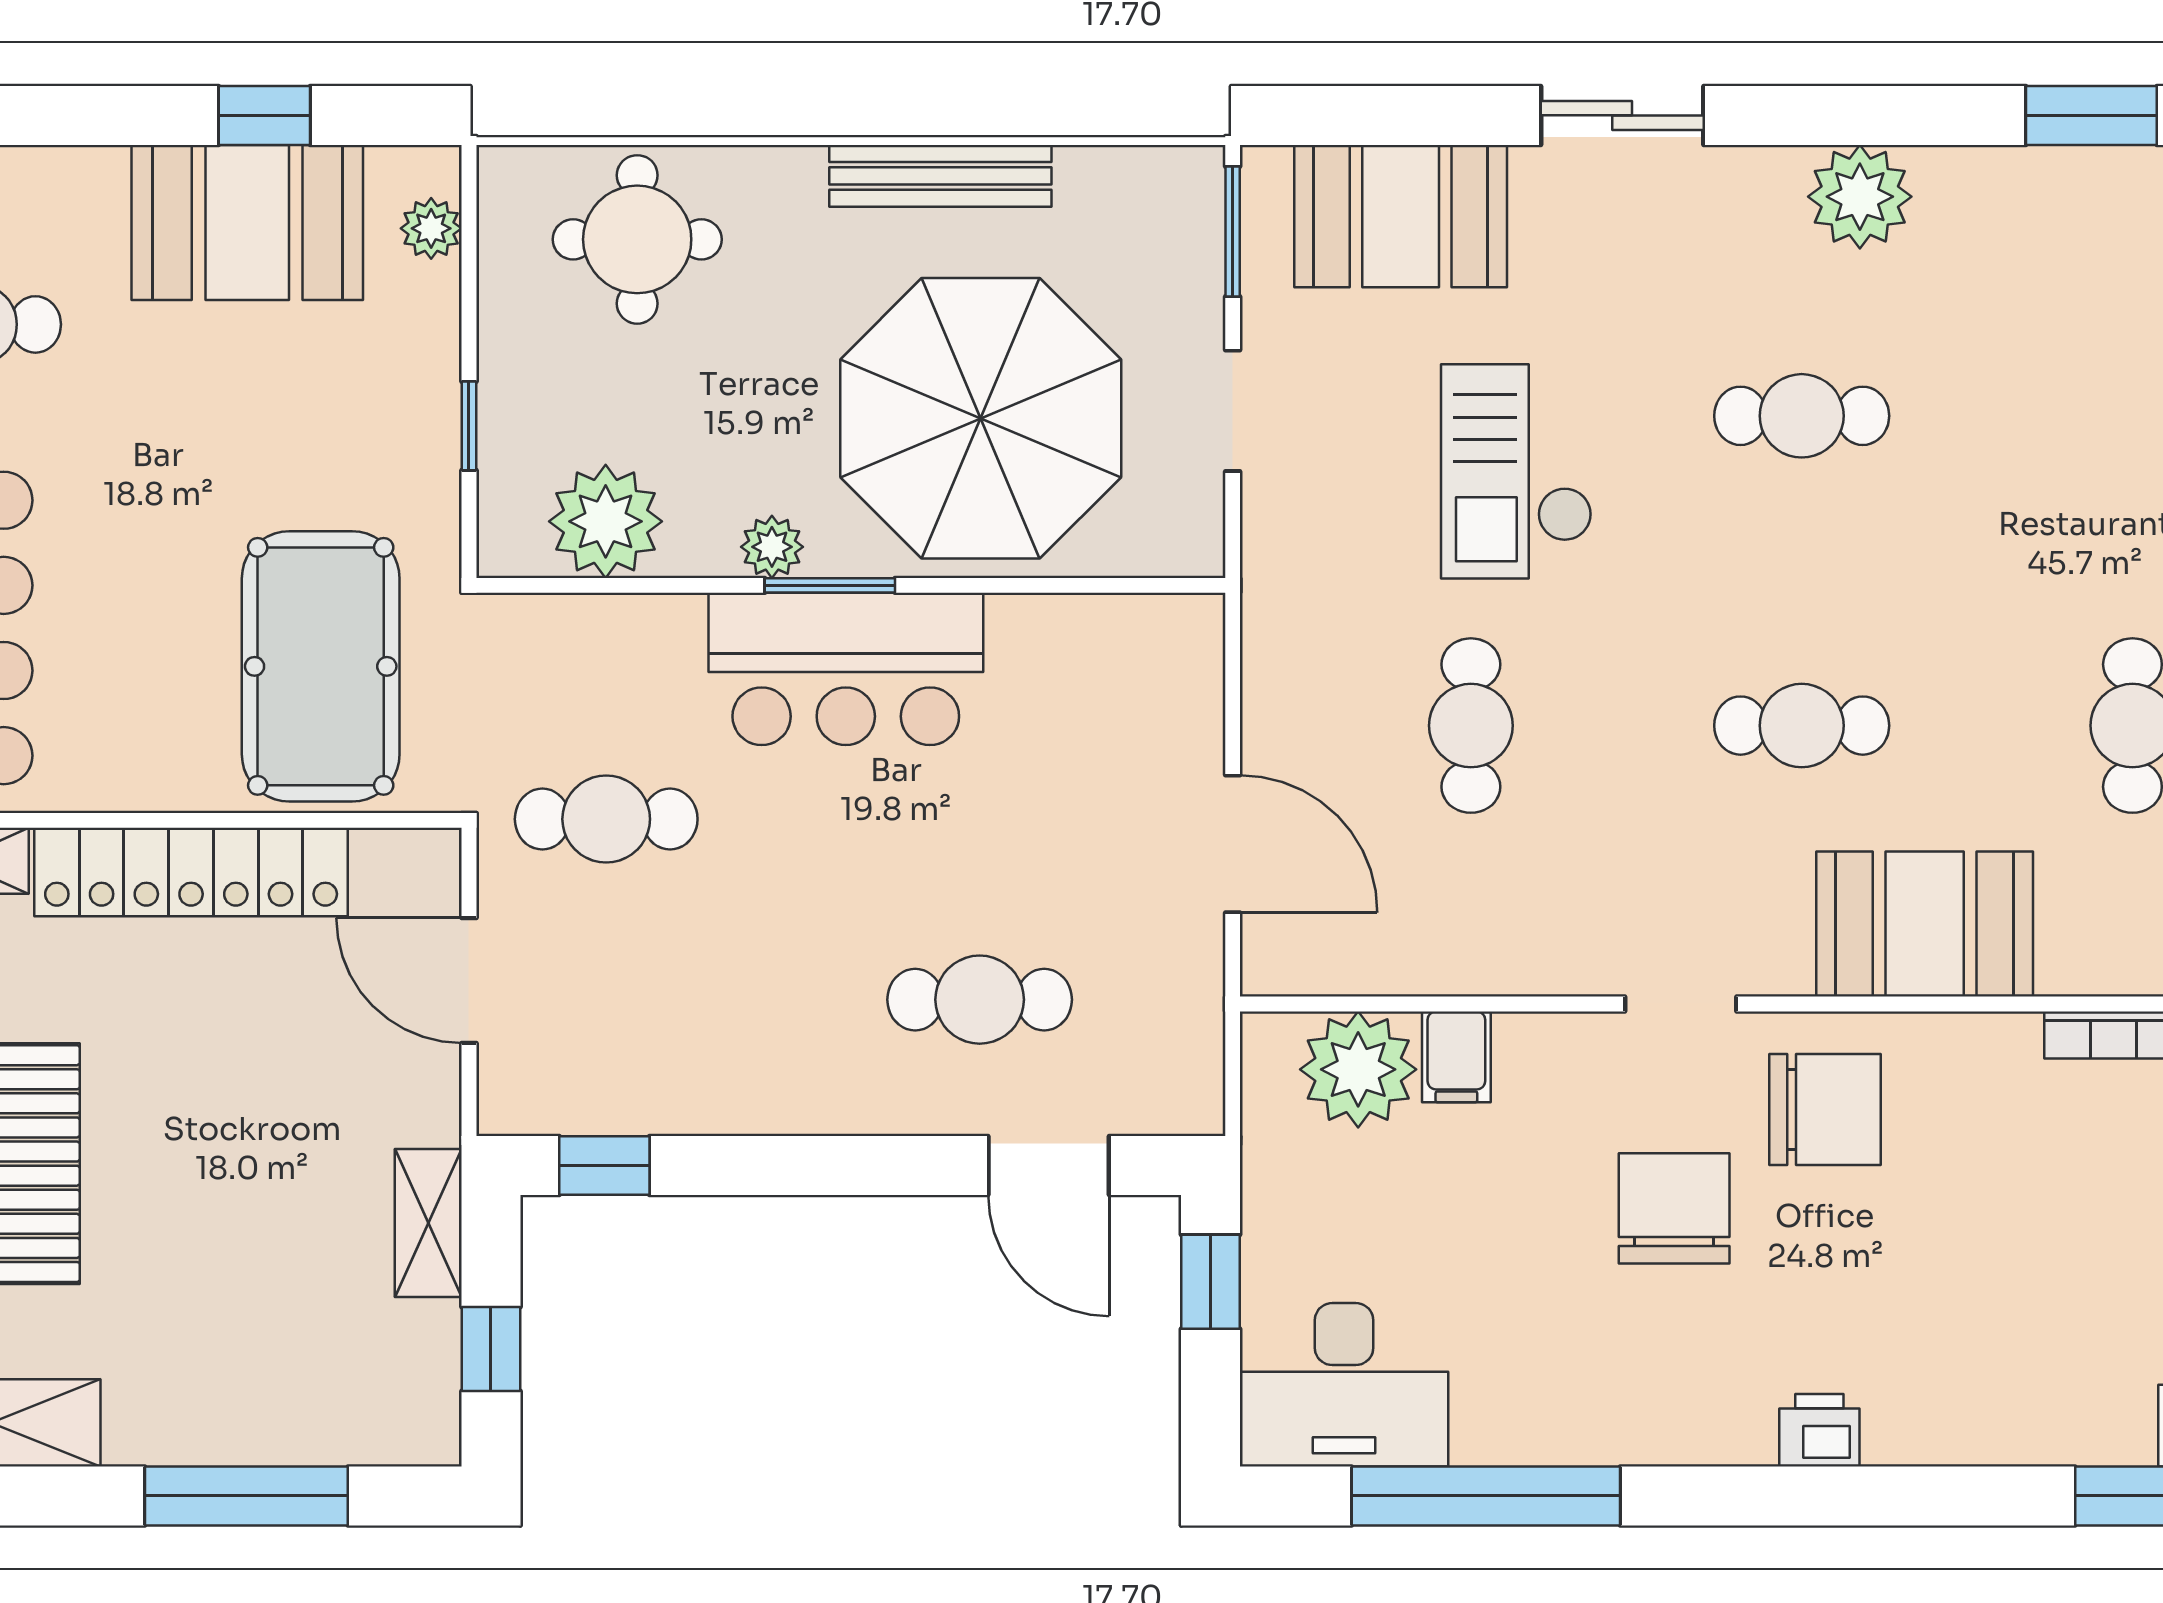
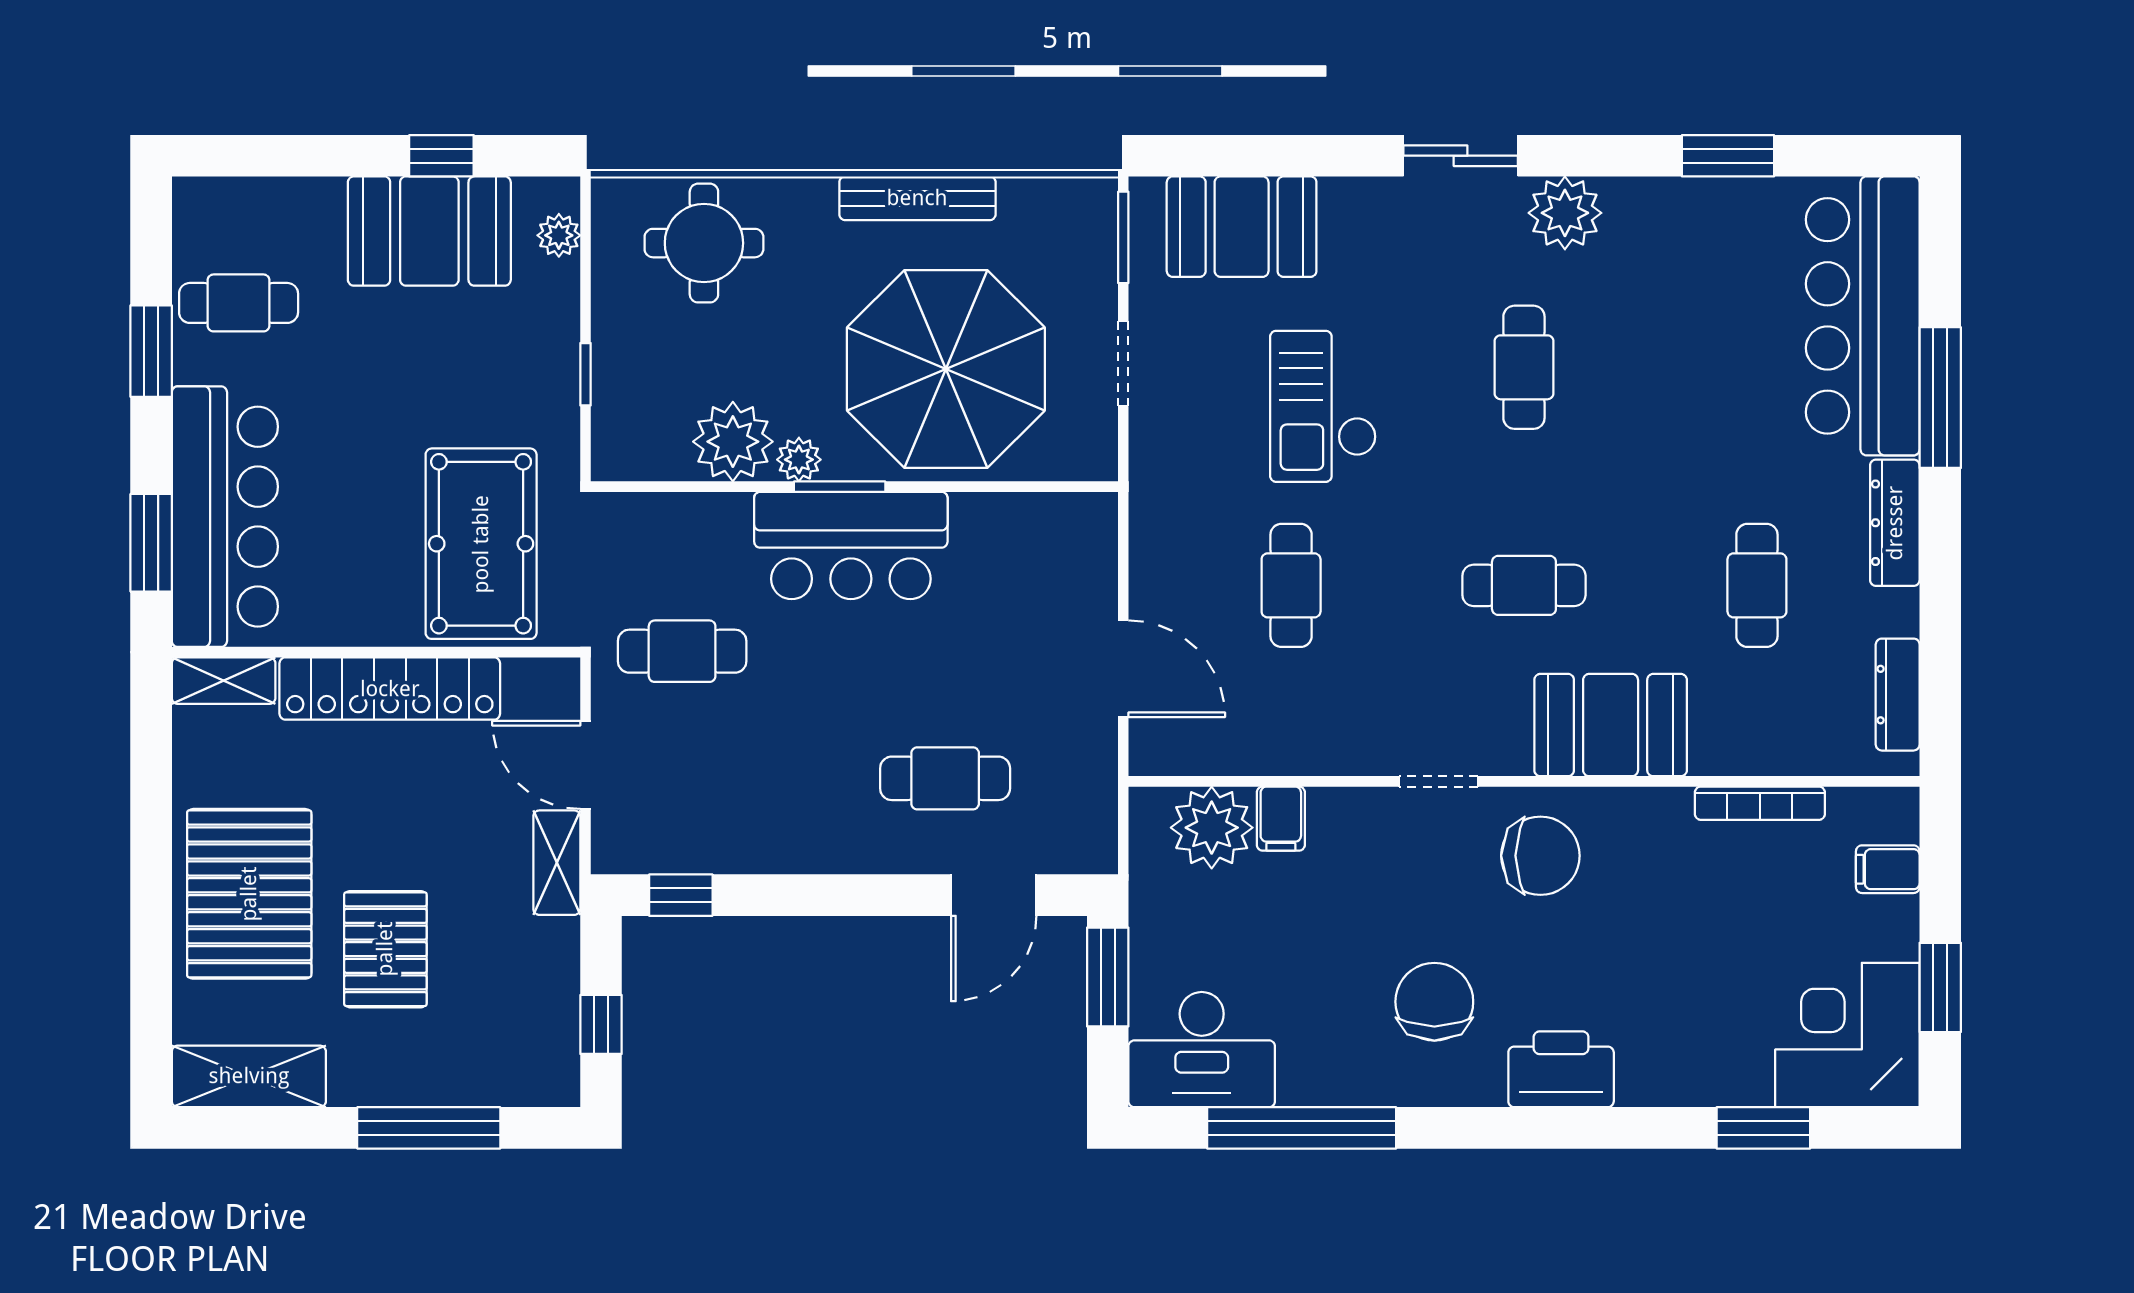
sliding door: (1622, 115) -> (1461, 156), moved
cafe table: (1802, 416) -> (1524, 367), turned 90
plant: (606, 521) -> (733, 442), moved
door: (1049, 1165) -> (994, 895), hinge flipped
chair: (1674, 1208) -> (1434, 1002), moved
shelving: (428, 1223) -> (557, 863), moved
pallet: (185, 1242) -> (385, 949), added
window: (1211, 1282) -> (1108, 977), width x1.50
printer: (1819, 1430) -> (1561, 1069), width x1.87, depth x1.48

